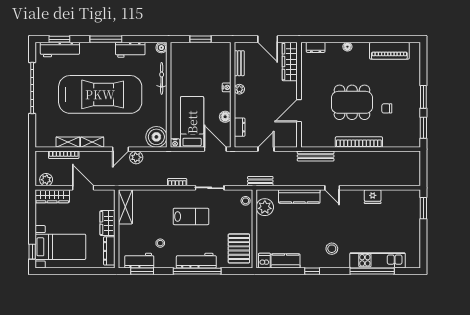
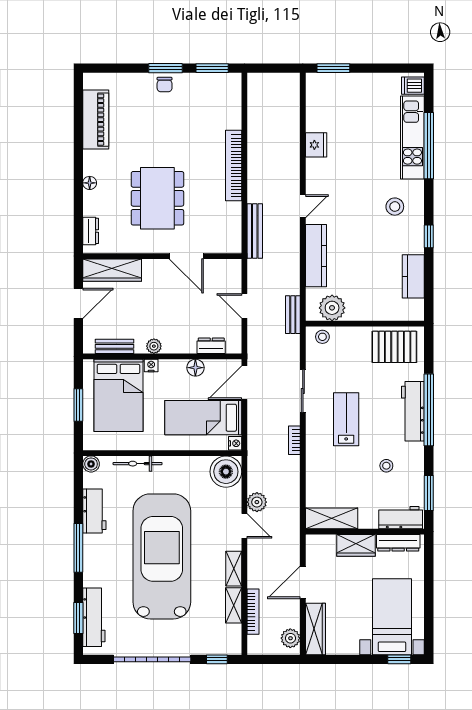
bed: (207, 66) -> (118, 395), added
dining table: (352, 102) -> (157, 198), moved
chair: (387, 108) -> (165, 85), moved
window: (32, 131) -> (217, 659), added
workbench: (139, 261) -> (401, 518), moved, turned 90
dishwasher: (264, 261) -> (413, 86), moved

